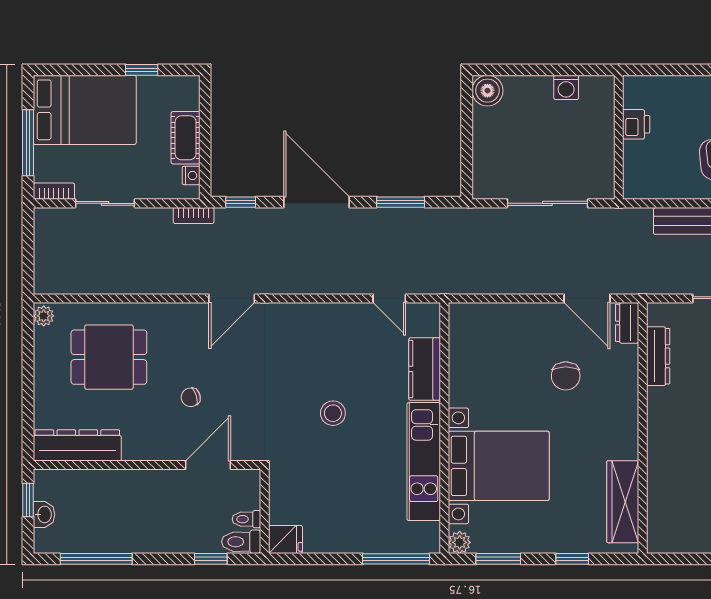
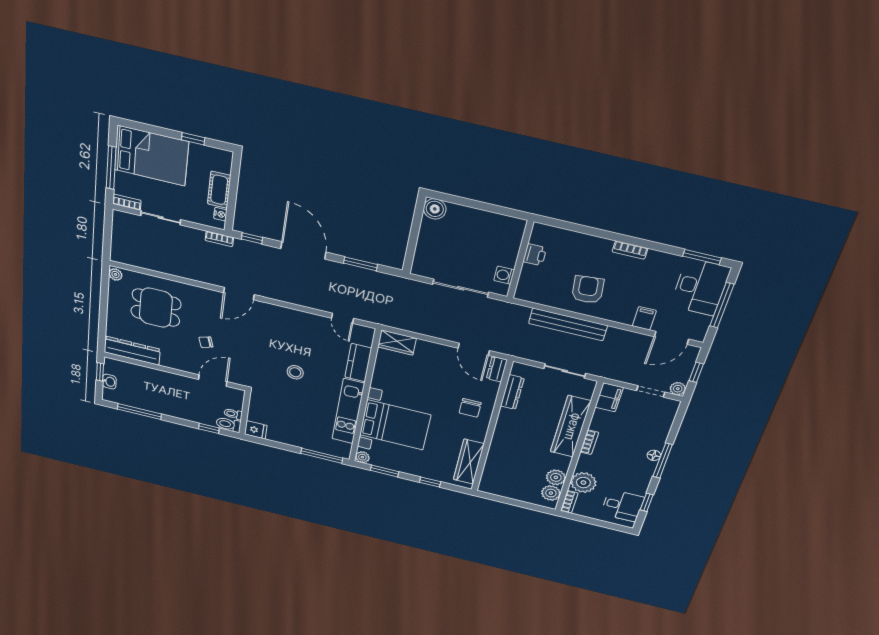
washing machine: (566, 87) -> (504, 275), moved, turned 90
wardrobe: (475, 318) -> (397, 343), added
chair: (566, 376) -> (470, 408), moved

